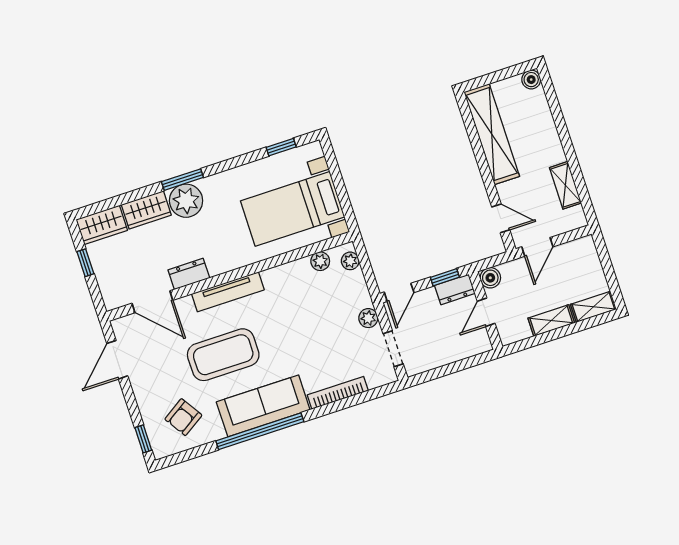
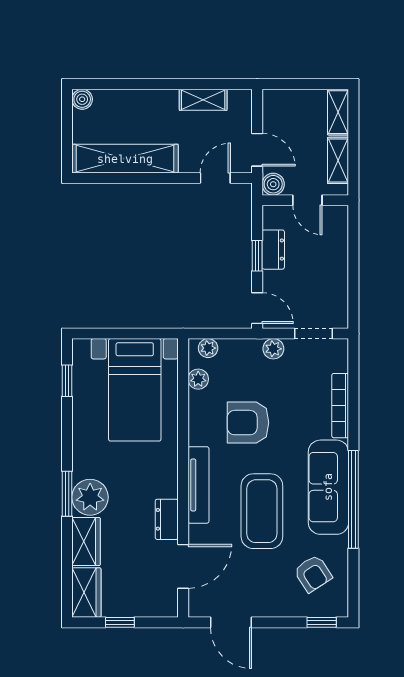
boiler: (490, 278) -> (273, 184), moved
wall: (486, 310) -> (305, 200), moved
door: (486, 312) -> (307, 200), moved
armchair: (297, 317) -> (248, 423), added

